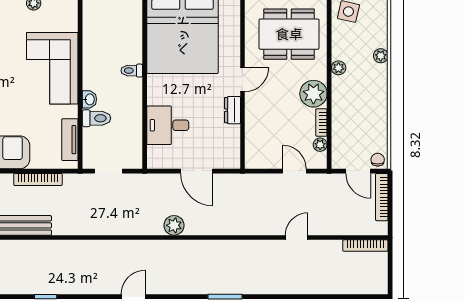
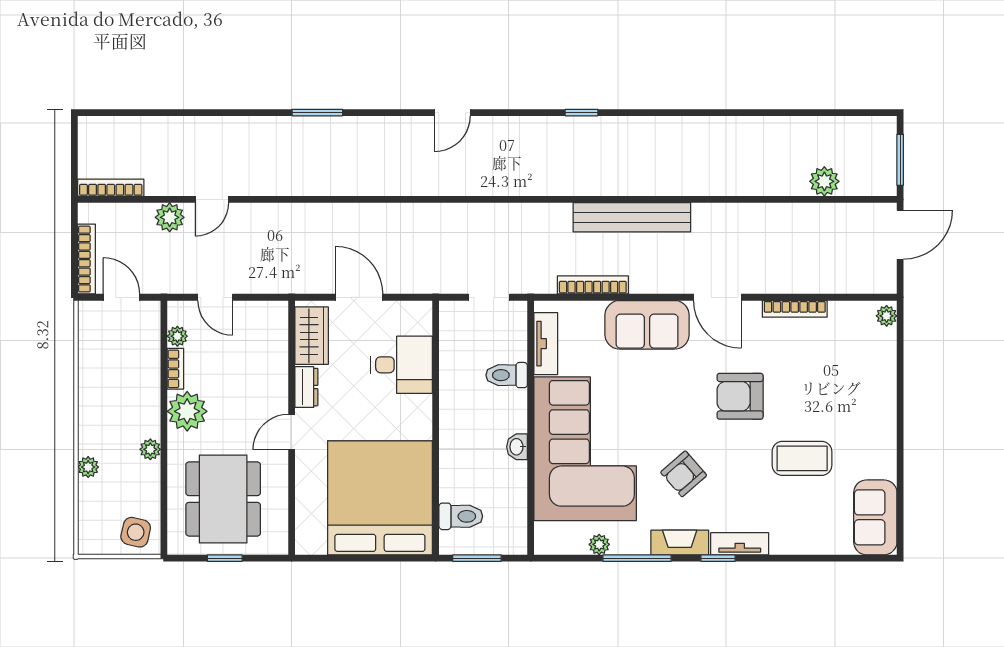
dining table: (289, 34) -> (223, 499), turned 90
corner sofa: (52, 68) -> (585, 449), width x1.36, depth x1.36
toilet: (132, 71) -> (461, 516), moved, width x1.37, depth x1.39
washbasin: (89, 99) -> (517, 447), moved
wardrobe: (229, 145) -> (312, 336), added
chair: (378, 160) -> (93, 314), removed
plant: (174, 225) -> (170, 217), moved

